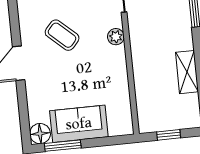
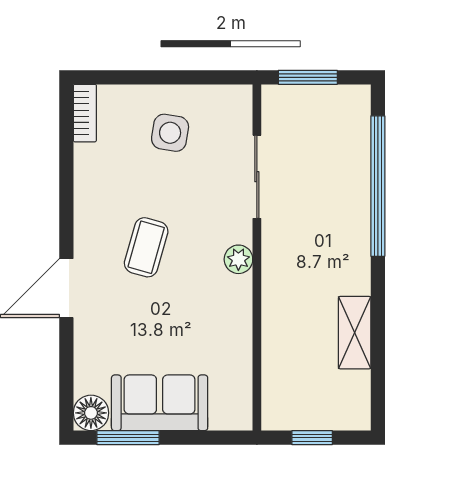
coffee table: (62, 35) -> (146, 247), turned 64

